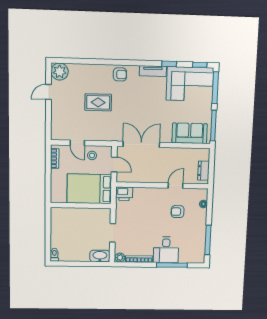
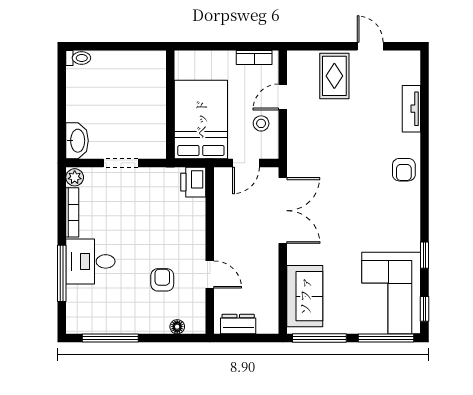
tv unit: (153, 71) -> (411, 109), moved
plant: (60, 72) -> (406, 65), removed
rug: (98, 102) -> (334, 76), moved

